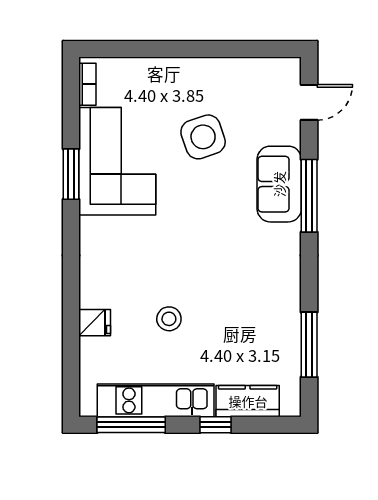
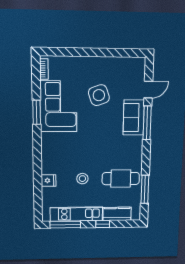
door: (309, 102) -> (148, 90), moved
cafe table: (254, 319) -> (121, 179), added

